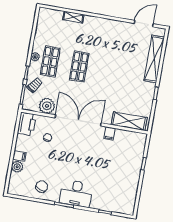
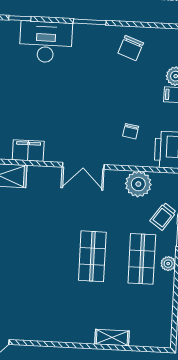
double door: (78, 120) -> (83, 166), width x0.54
filing cabinet: (109, 133) -> (28, 151), width x2.00
desk: (76, 193) -> (46, 42), moved

